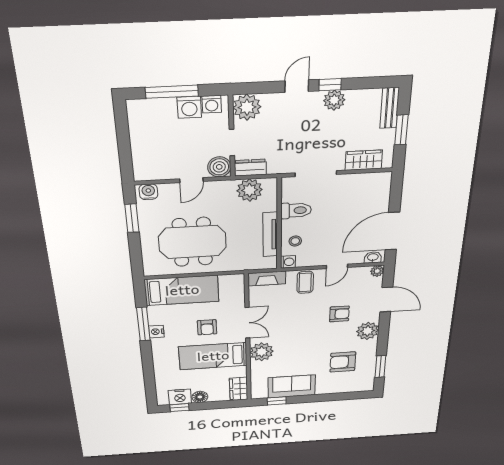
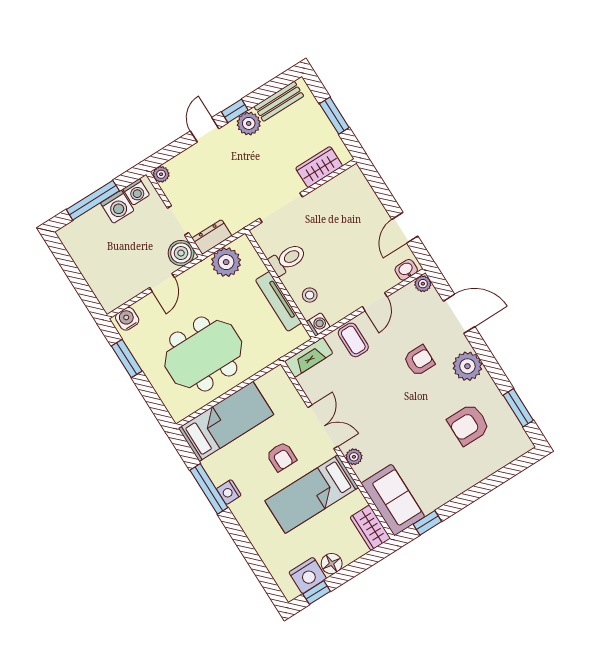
plant: (247, 107) -> (161, 174), width x0.53, depth x0.53
bench: (390, 108) -> (279, 101), moved, turned 90
door: (392, 231) -> (405, 228), width x0.53
plant: (262, 352) -> (354, 457), width x0.53, depth x0.53
sofa: (292, 386) -> (393, 500), moved, turned 90

